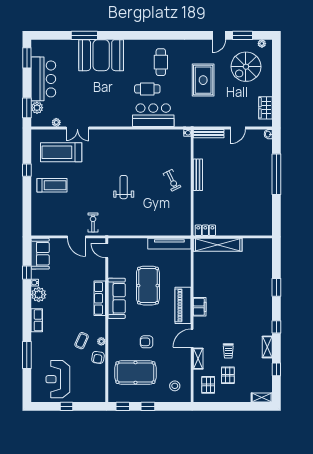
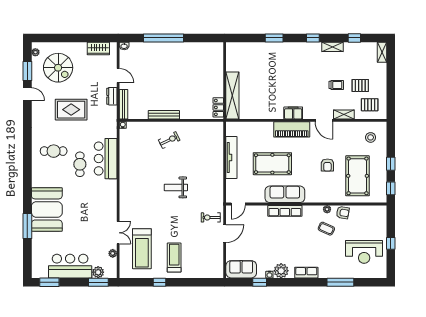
dresser: (217, 122) -> (112, 96), added
tv unit: (169, 244) -> (231, 158), moved

